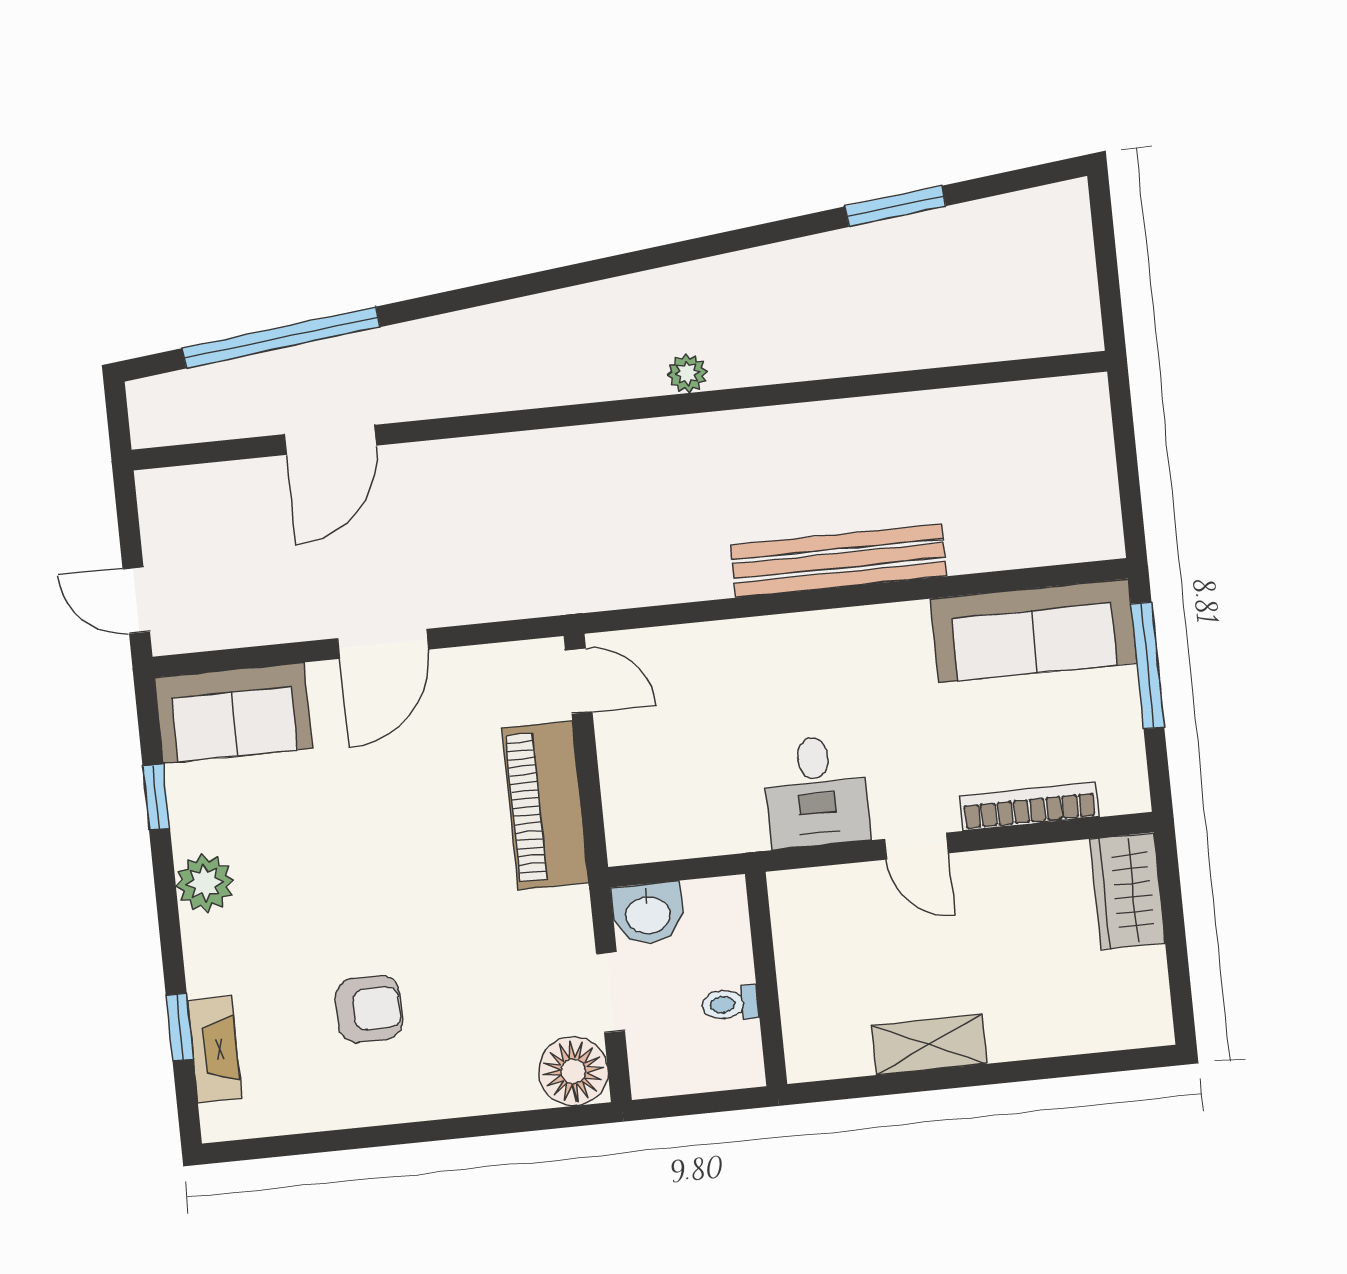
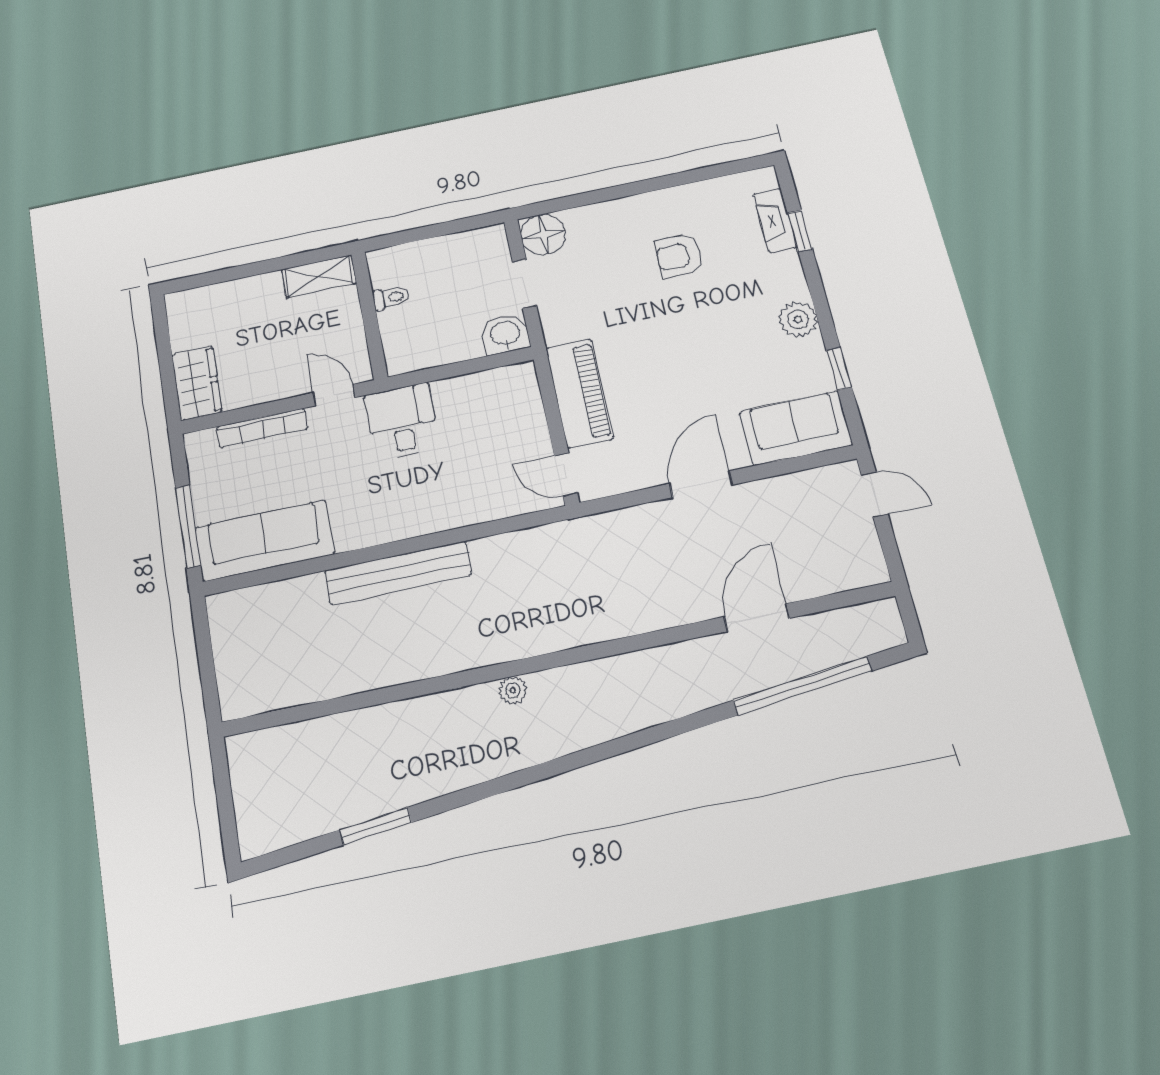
wall: (766, 979) -> (369, 315), moved
toilet: (730, 1004) -> (391, 298), moved

